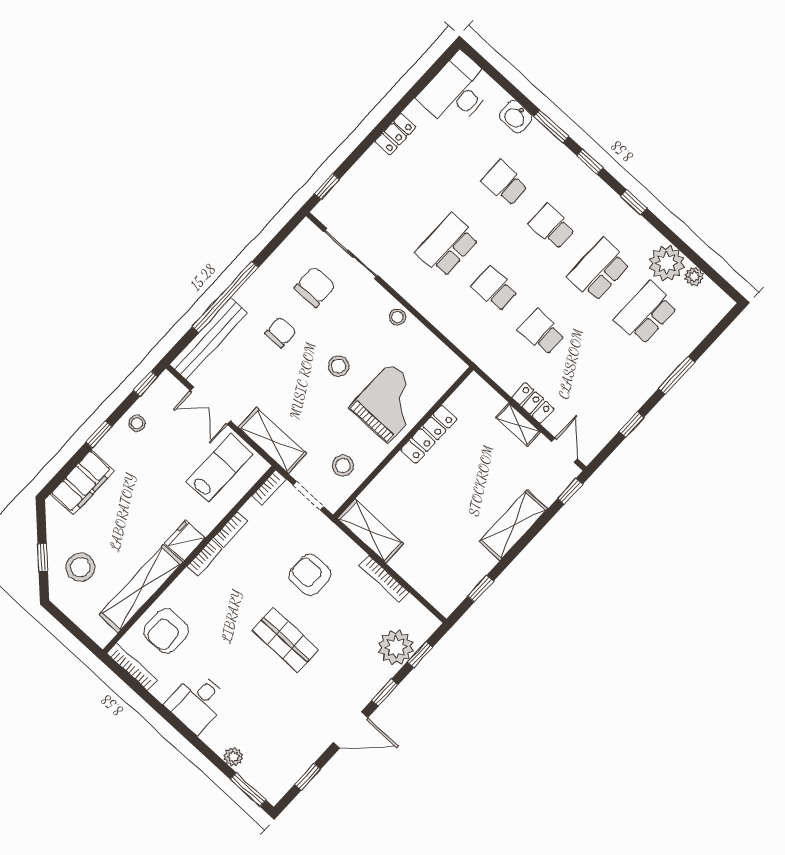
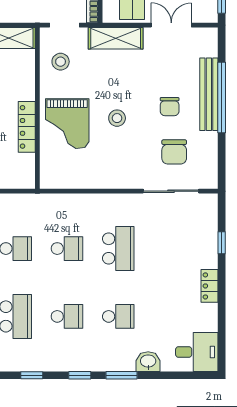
desk: (457, 91) -> (197, 352), width x0.73
window: (327, 187) -> (222, 243), moved
stool: (397, 317) -> (109, 179), removed
bench: (208, 339) -> (209, 94), moved

